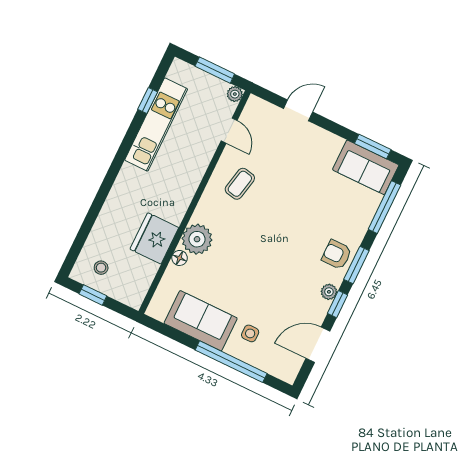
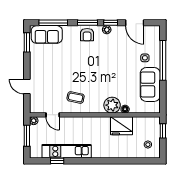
door: (229, 131) -> (53, 115), swing flipped
sofa: (366, 167) -> (47, 34), moved, turned 90
window: (93, 295) -> (163, 131), moved

